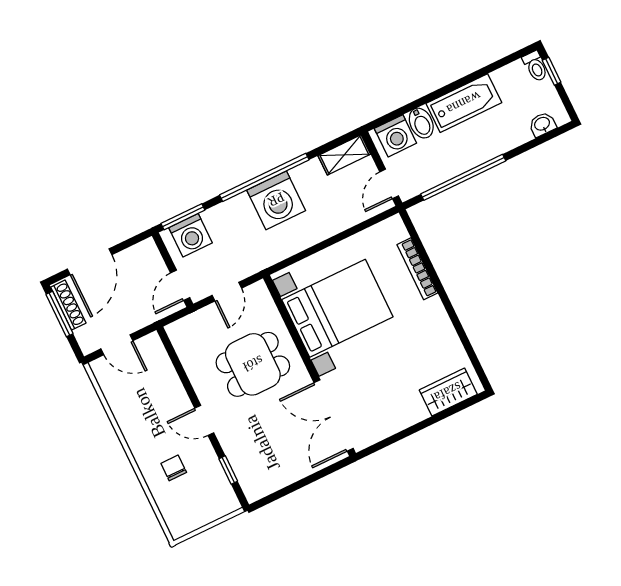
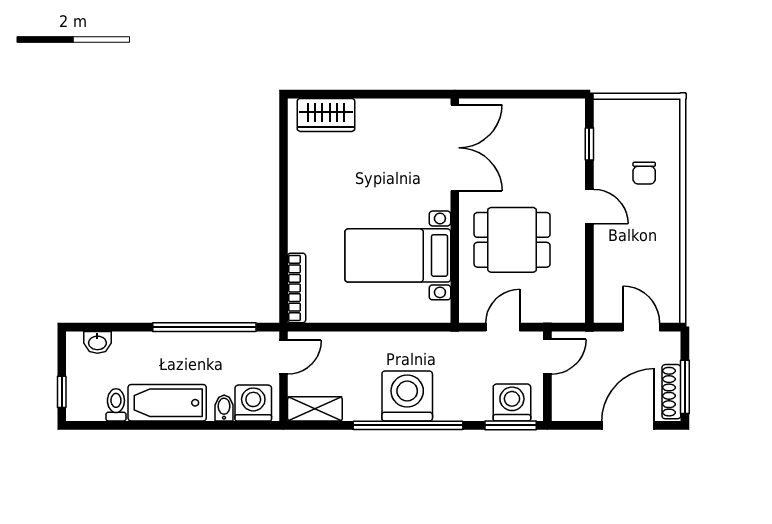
toilet: (535, 66) -> (116, 405), moved
bidet: (421, 123) -> (224, 408), width x0.72, depth x0.74
bookcase: (417, 269) -> (297, 288), moved
bed with nightstands: (337, 308) -> (398, 255), width x0.73

